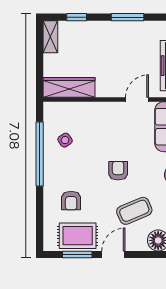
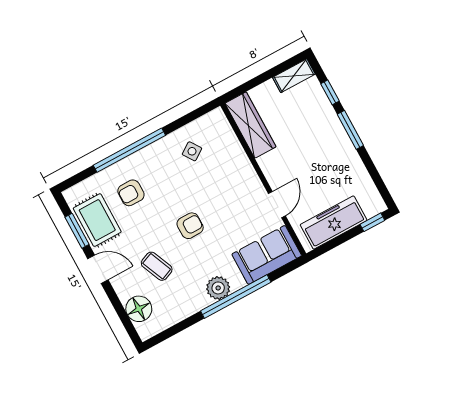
window: (127, 17) -> (350, 130), moved
door: (137, 100) -> (277, 205), hinge flipped
window: (40, 154) -> (129, 150), moved
coffee table: (134, 211) -> (157, 266), width x0.73, depth x0.77

